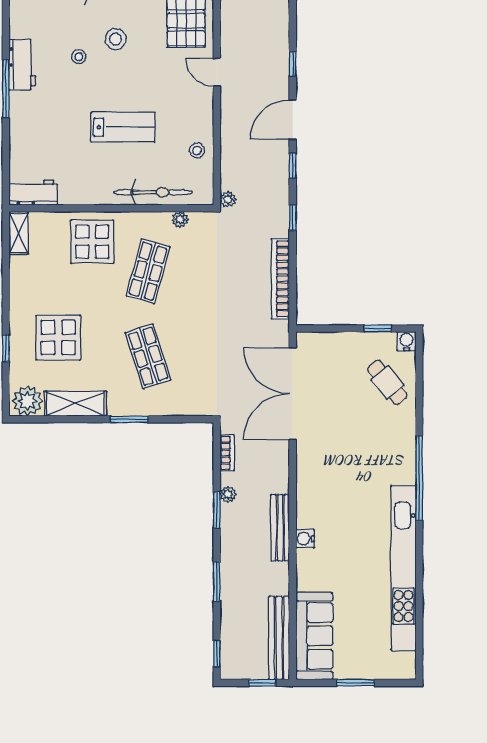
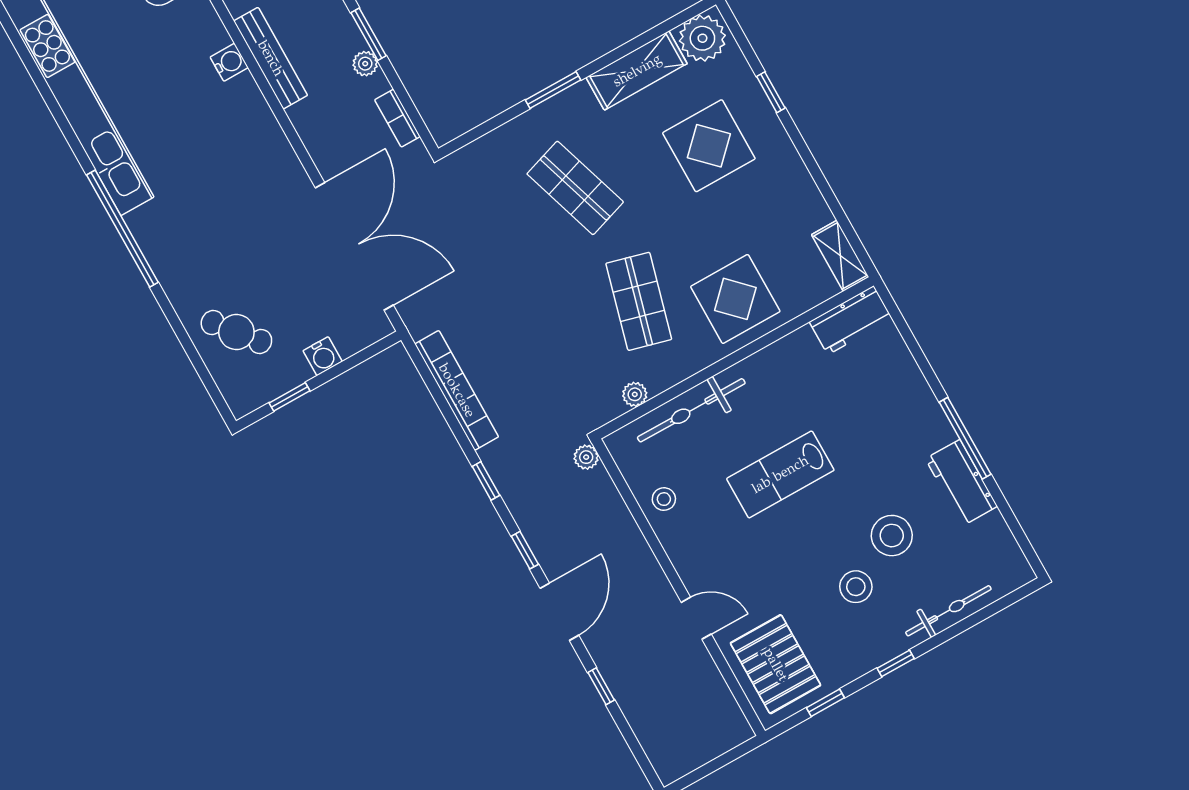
stool: (79, 57) -> (892, 536), width x1.89, depth x1.89
water cooler: (407, 341) -> (323, 356), moved

